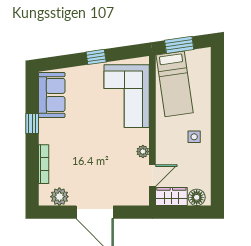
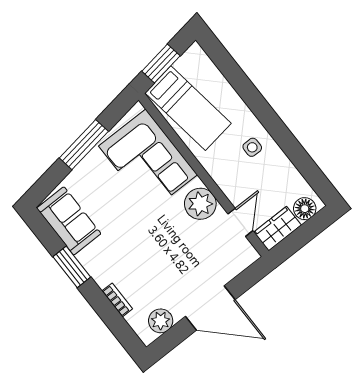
window: (96, 57) -> (84, 145), width x2.17
window: (32, 124) -> (72, 267), width x1.50
plant: (143, 152) -> (200, 204), width x1.87, depth x1.87
bookcase: (44, 164) -> (117, 300), width x0.64

